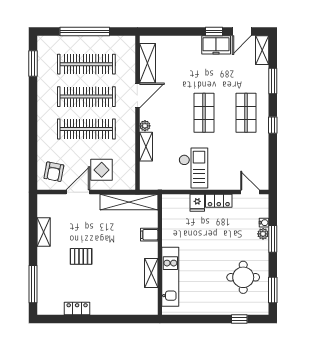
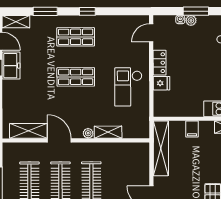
checkout: (193, 168) -> (128, 87), turned -90
display table: (102, 170) -> (130, 175), removed

